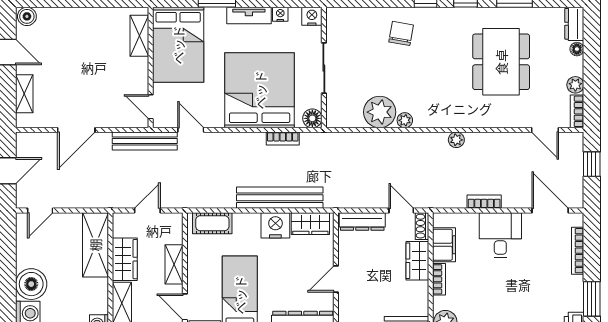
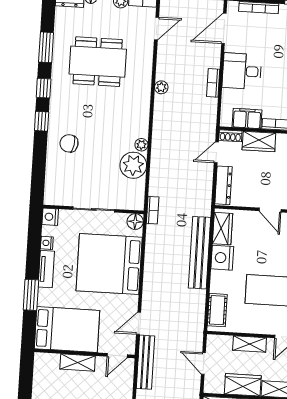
shelving: (139, 36) -> (78, 363), moved
bookcase: (283, 138) -> (153, 210), moved
plant: (456, 140) -> (161, 87), moved

